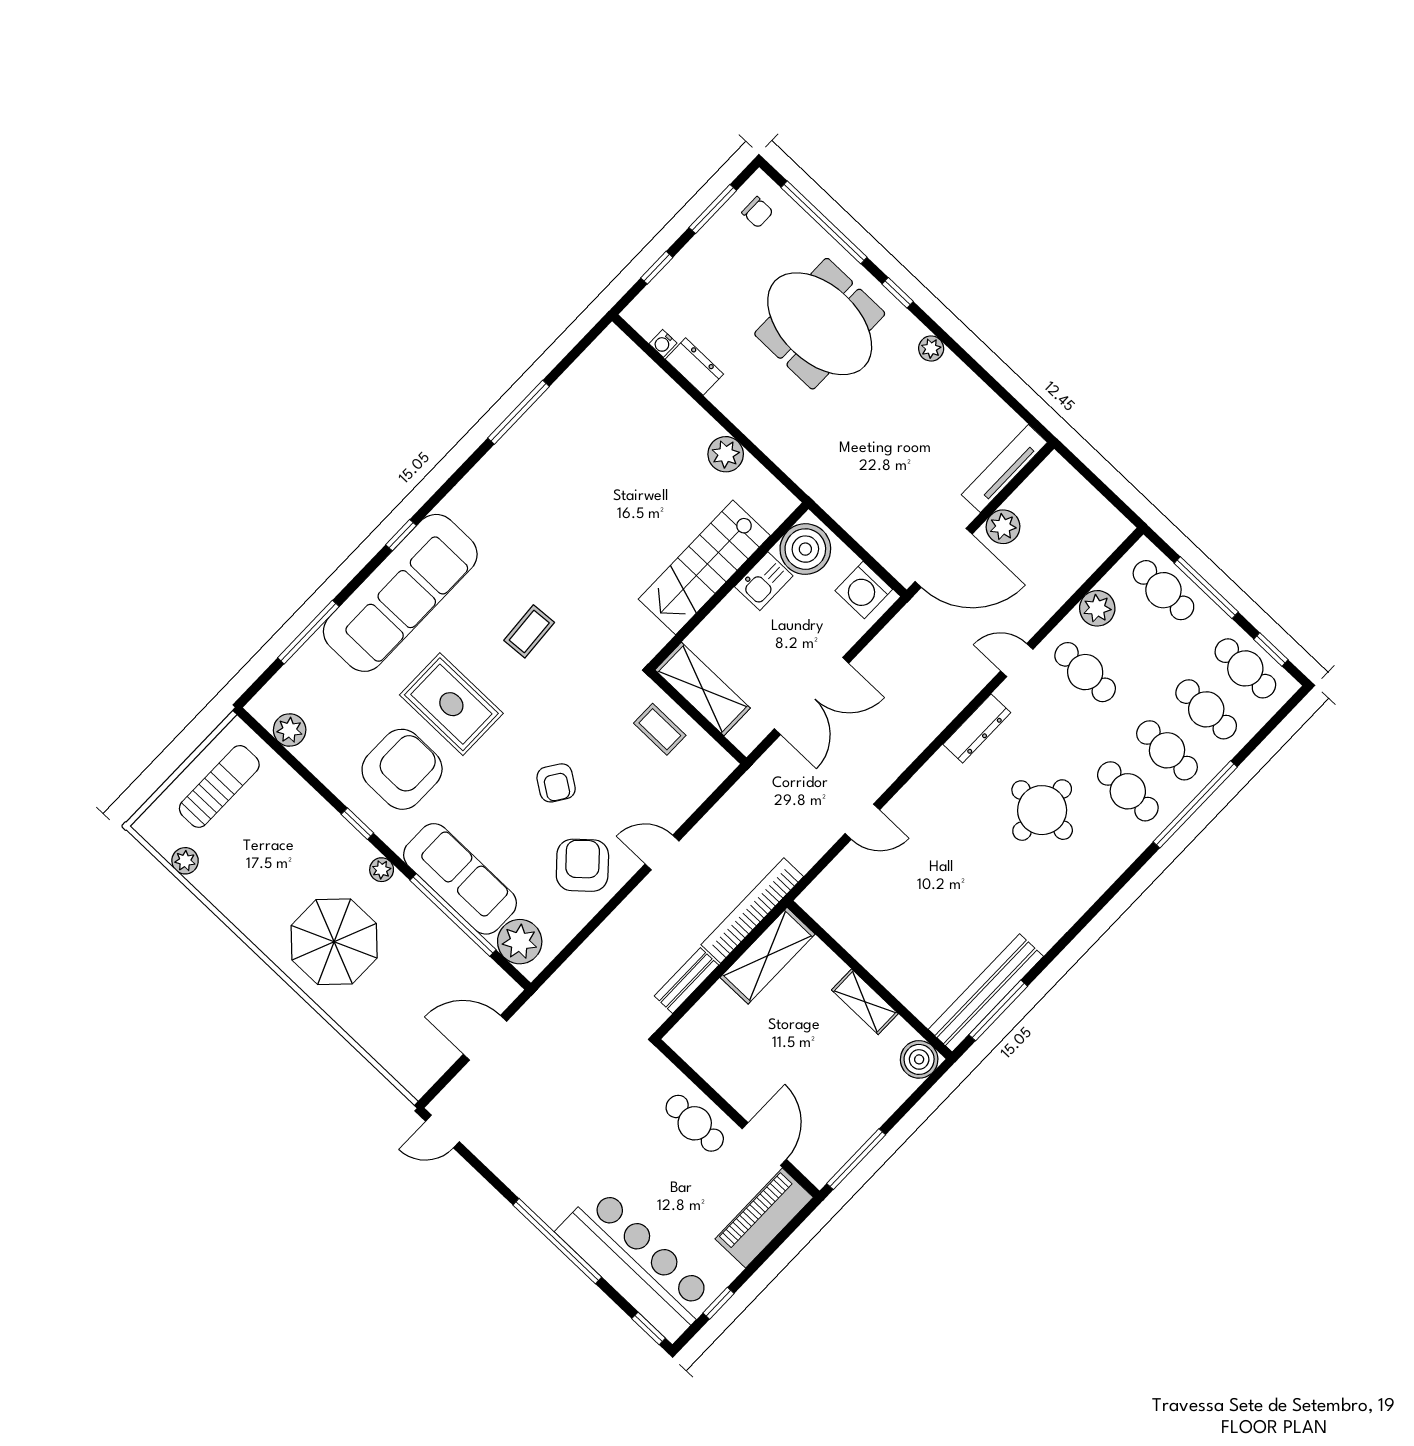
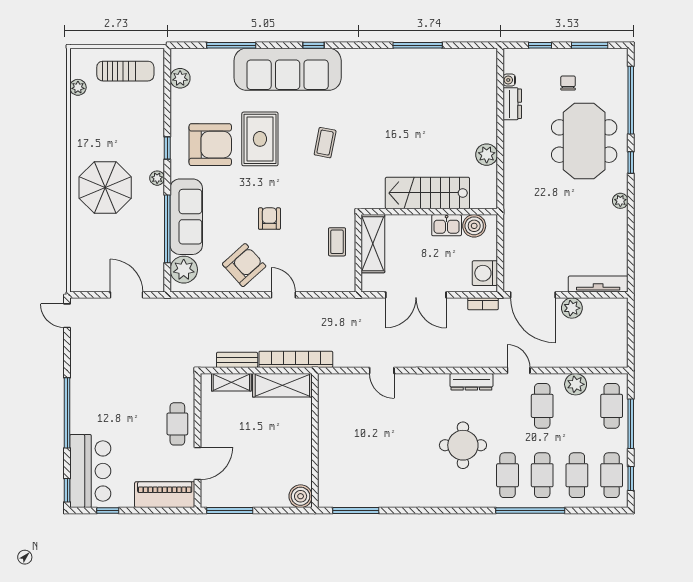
chair: (757, 212) -> (568, 83), moved, turned 180
boiler: (805, 549) -> (474, 226), width x0.73, depth x0.73
bookcase: (898, 627) -> (483, 304), added
coffee table: (529, 631) -> (325, 143), turned -75
armchair: (556, 783) -> (269, 219), turned 146
bench: (986, 993) -> (358, 498), removed
shelving: (865, 1002) -> (231, 382), moved, turned 90
bar counter: (636, 1264) -> (90, 471), width x0.73

